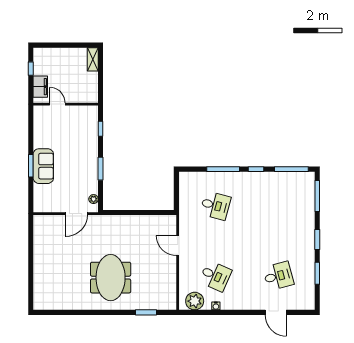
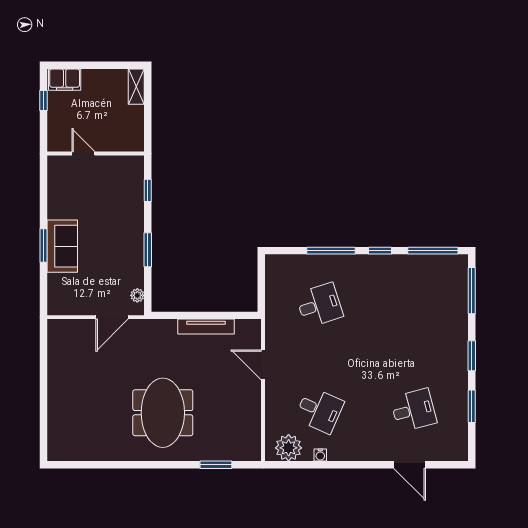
filing cabinet: (40, 87) -> (65, 80), moved, turned 90
desk: (215, 206) -> (319, 305), turned -33
tv unit: (140, 220) -> (206, 327), added

